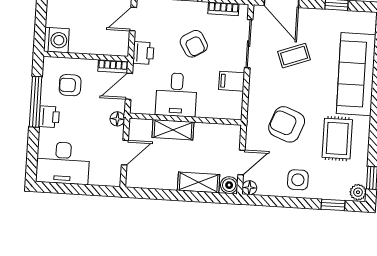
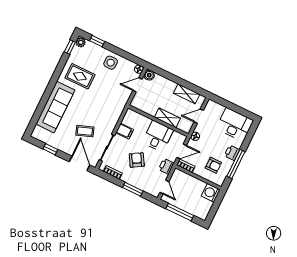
door: (133, 19) -> (164, 187), hinge flipped
armchair: (287, 124) -> (104, 95), removed
rug: (337, 139) -> (80, 76), turned 90
shelving: (199, 182) -> (187, 94), moved

